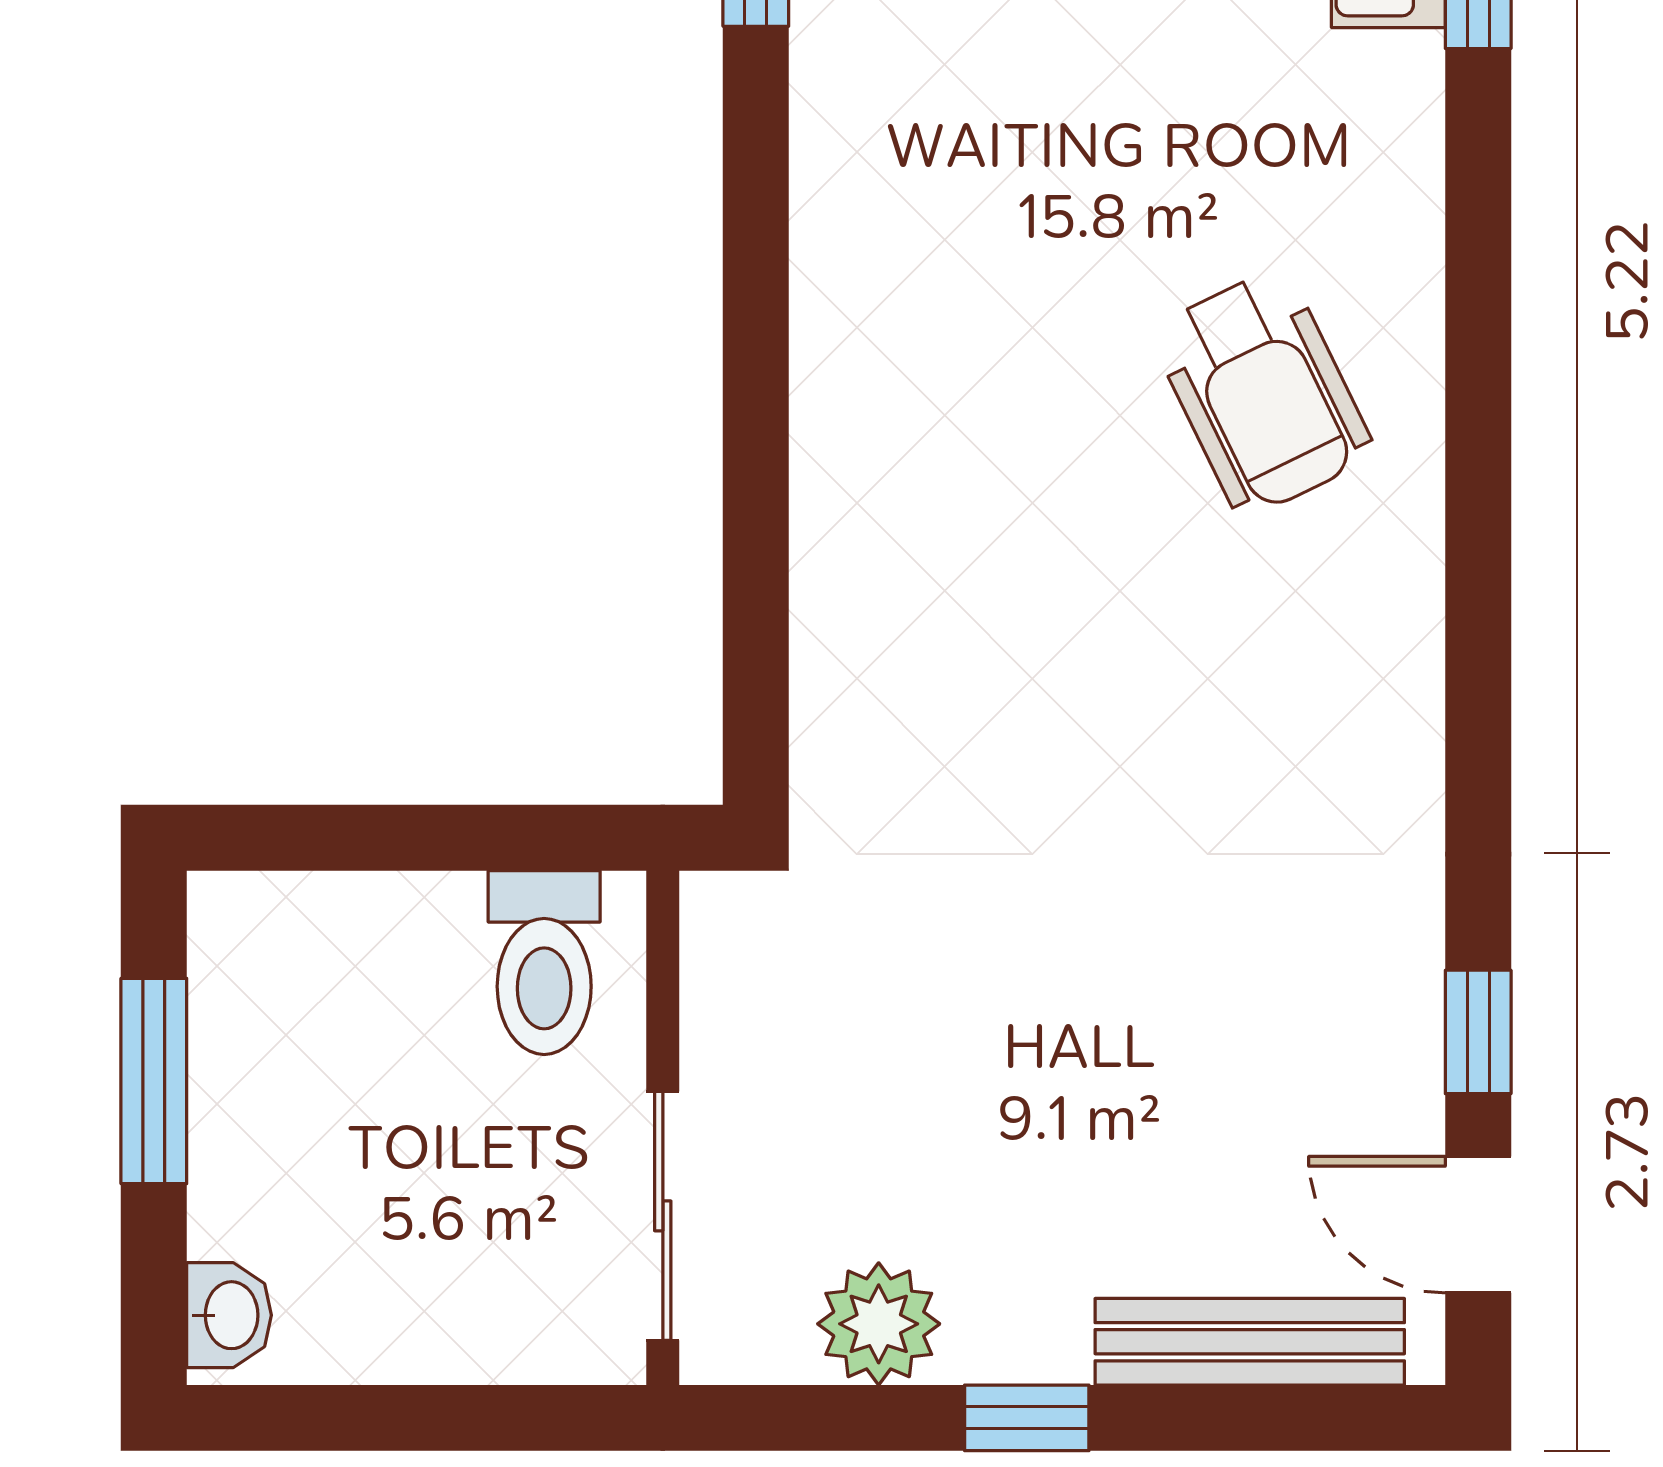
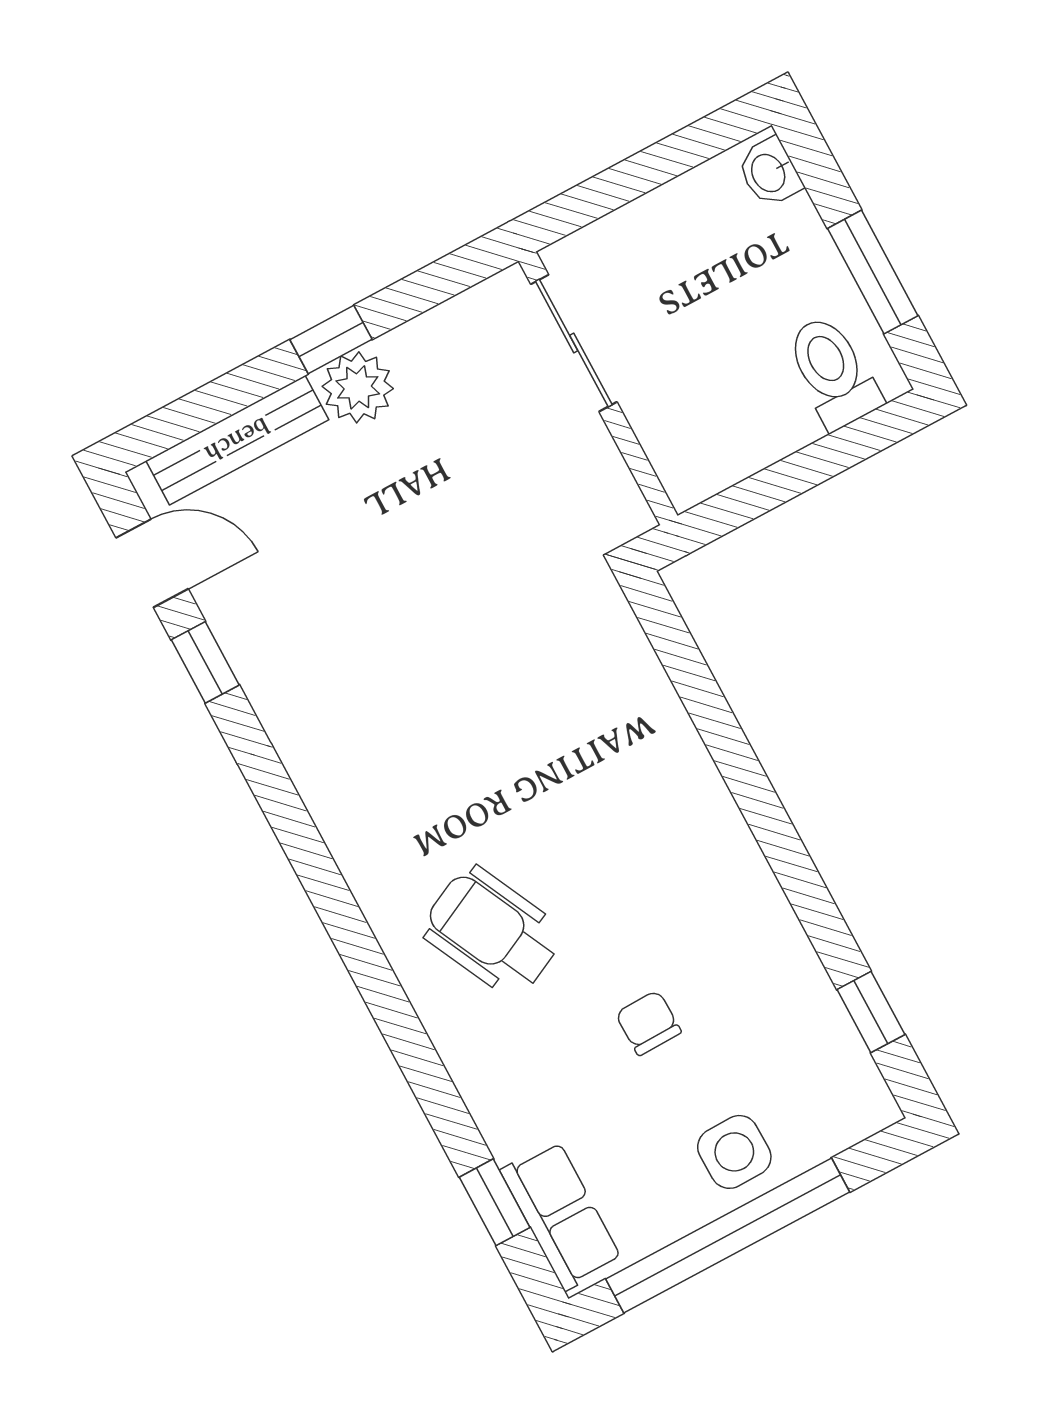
chair: (1101, 129) -> (648, 1023), added
toilet: (544, 963) -> (833, 372), moved
plant: (879, 1324) -> (358, 387), moved

